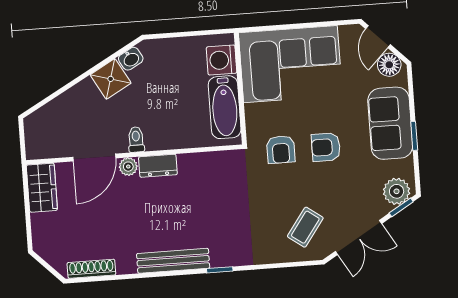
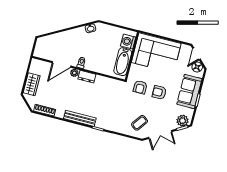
shower: (111, 79) -> (79, 34), removed
wardrobe: (42, 188) -> (32, 84), moved

